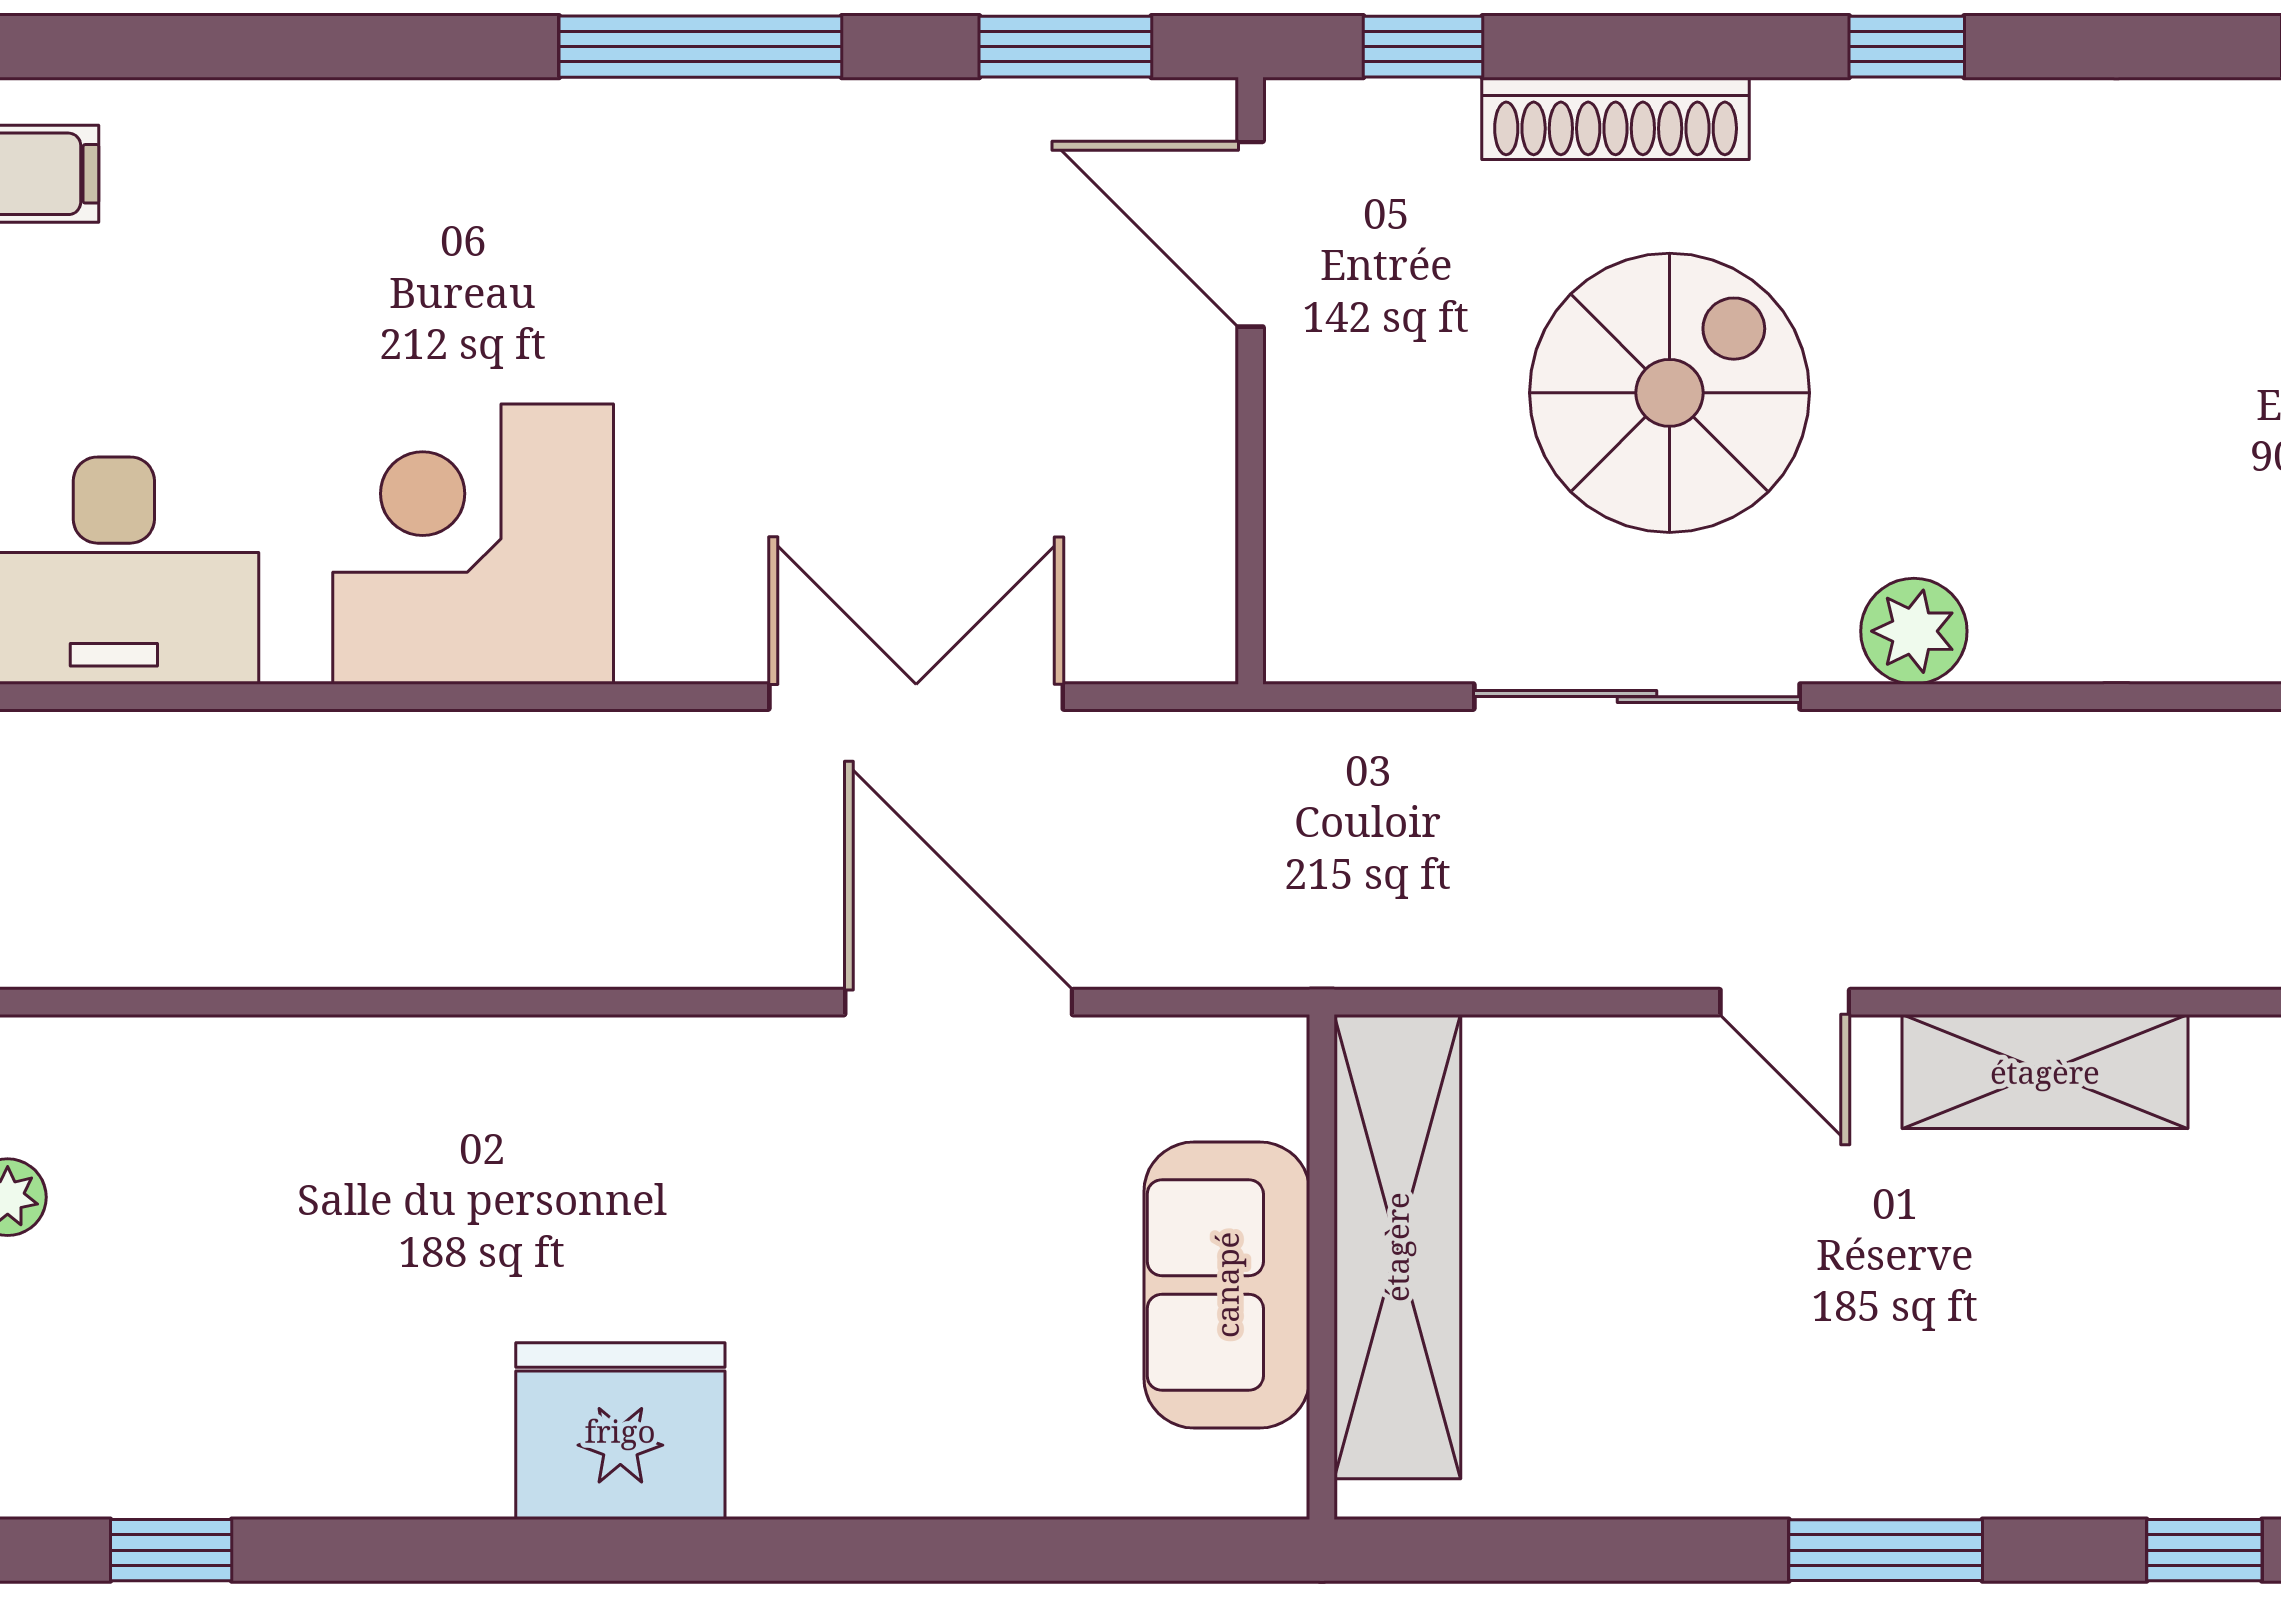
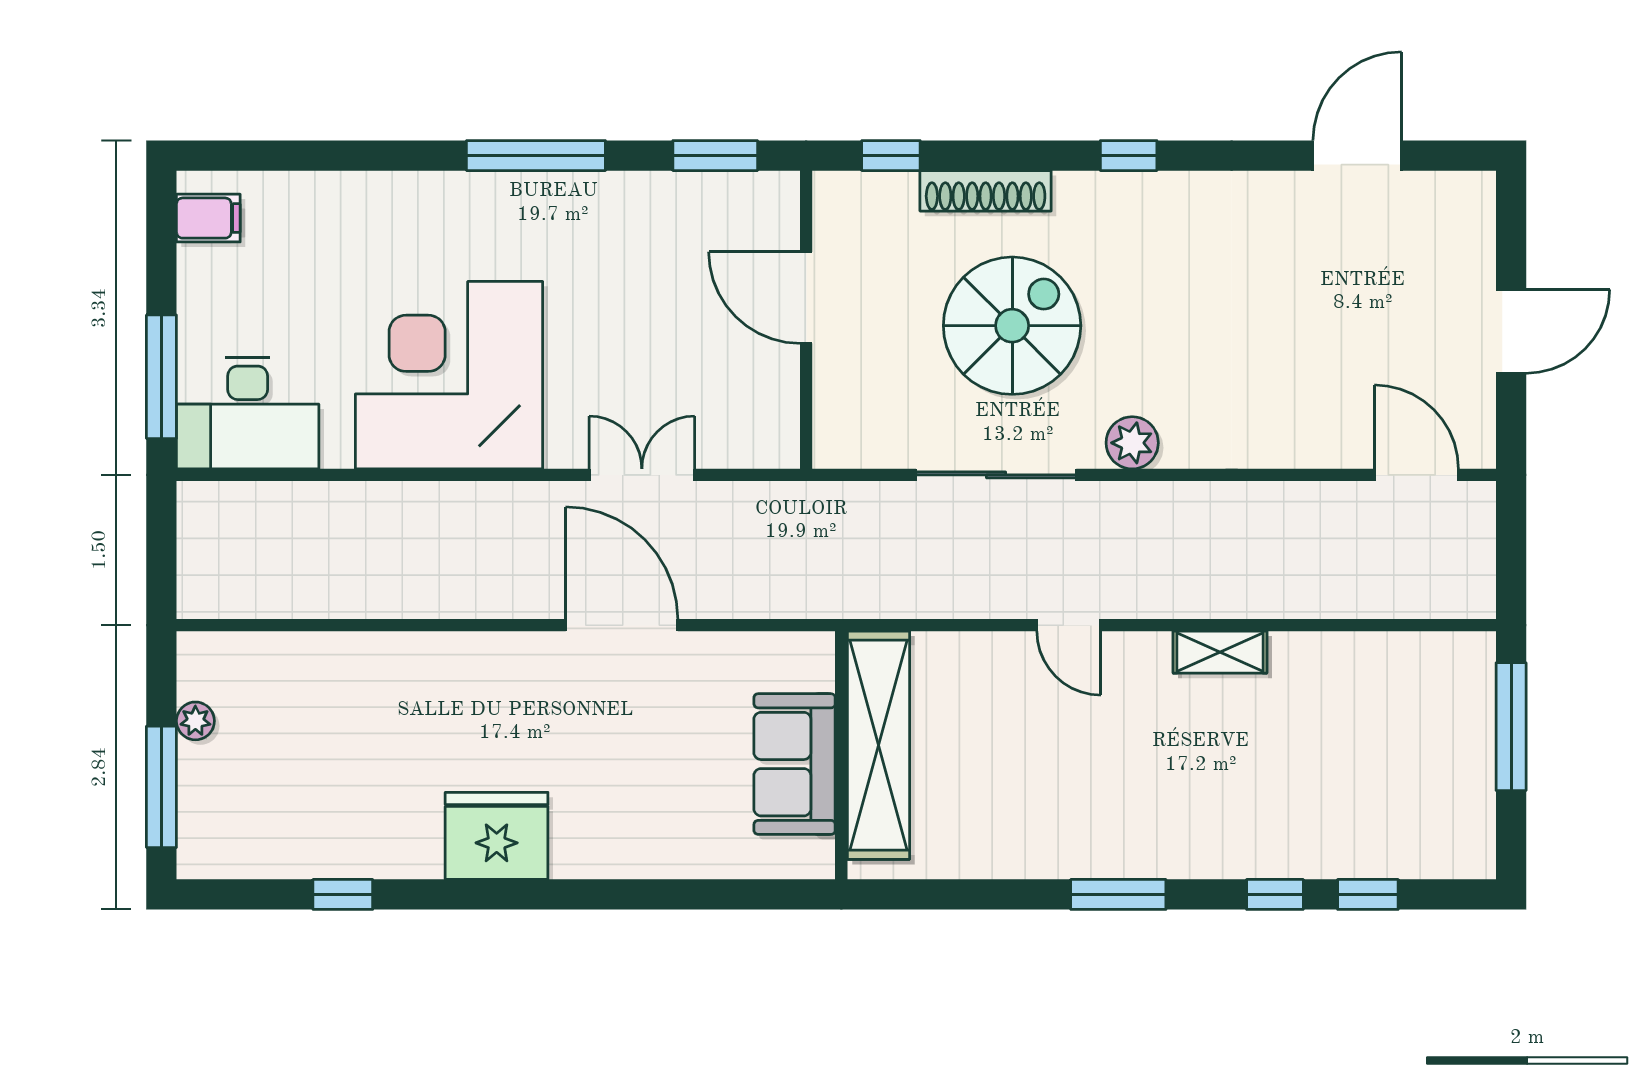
door: (1251, 234) -> (806, 298), moved
corner desk: (473, 544) -> (449, 375), width x1.36, depth x1.36
double door: (916, 697) -> (642, 475), width x0.73
door: (959, 1002) -> (622, 625), moved
shelving: (2045, 1072) -> (1220, 652), width x0.67, depth x0.75
window: (171, 1550) -> (343, 894), moved

